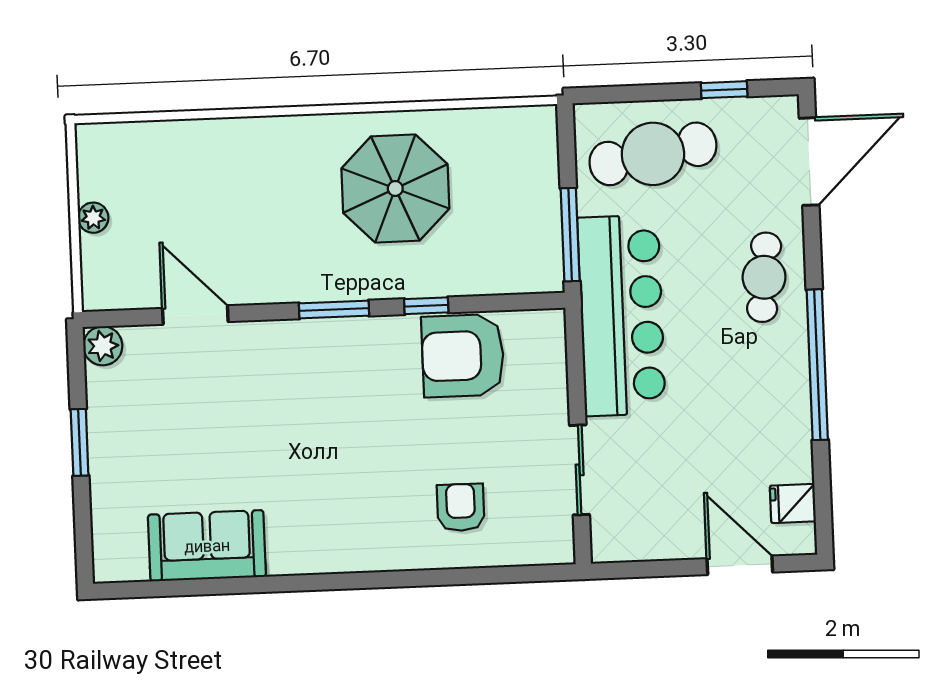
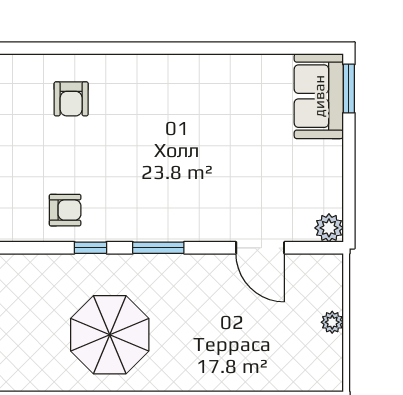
armchair: (463, 356) -> (65, 210), width x0.53, depth x0.53
window: (80, 442) -> (349, 89), moved
sofa: (207, 546) -> (319, 96), moved, turned 90

